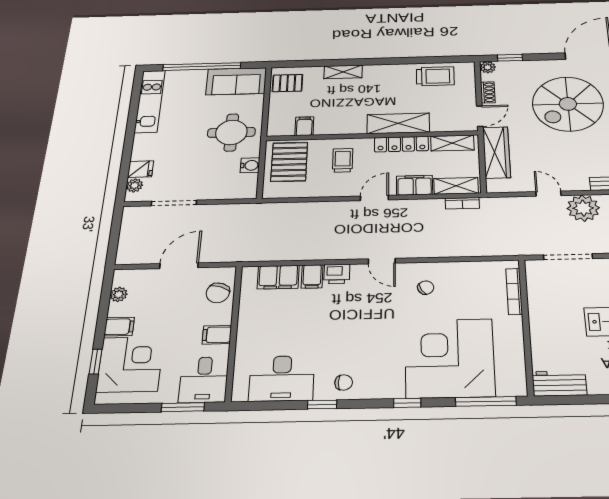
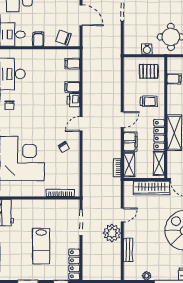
pallet: (289, 162) -> (149, 71), width x0.67, depth x0.71
door: (374, 198) -> (122, 120), hinge flipped
filing cabinet: (278, 277) -> (72, 64), width x0.50

